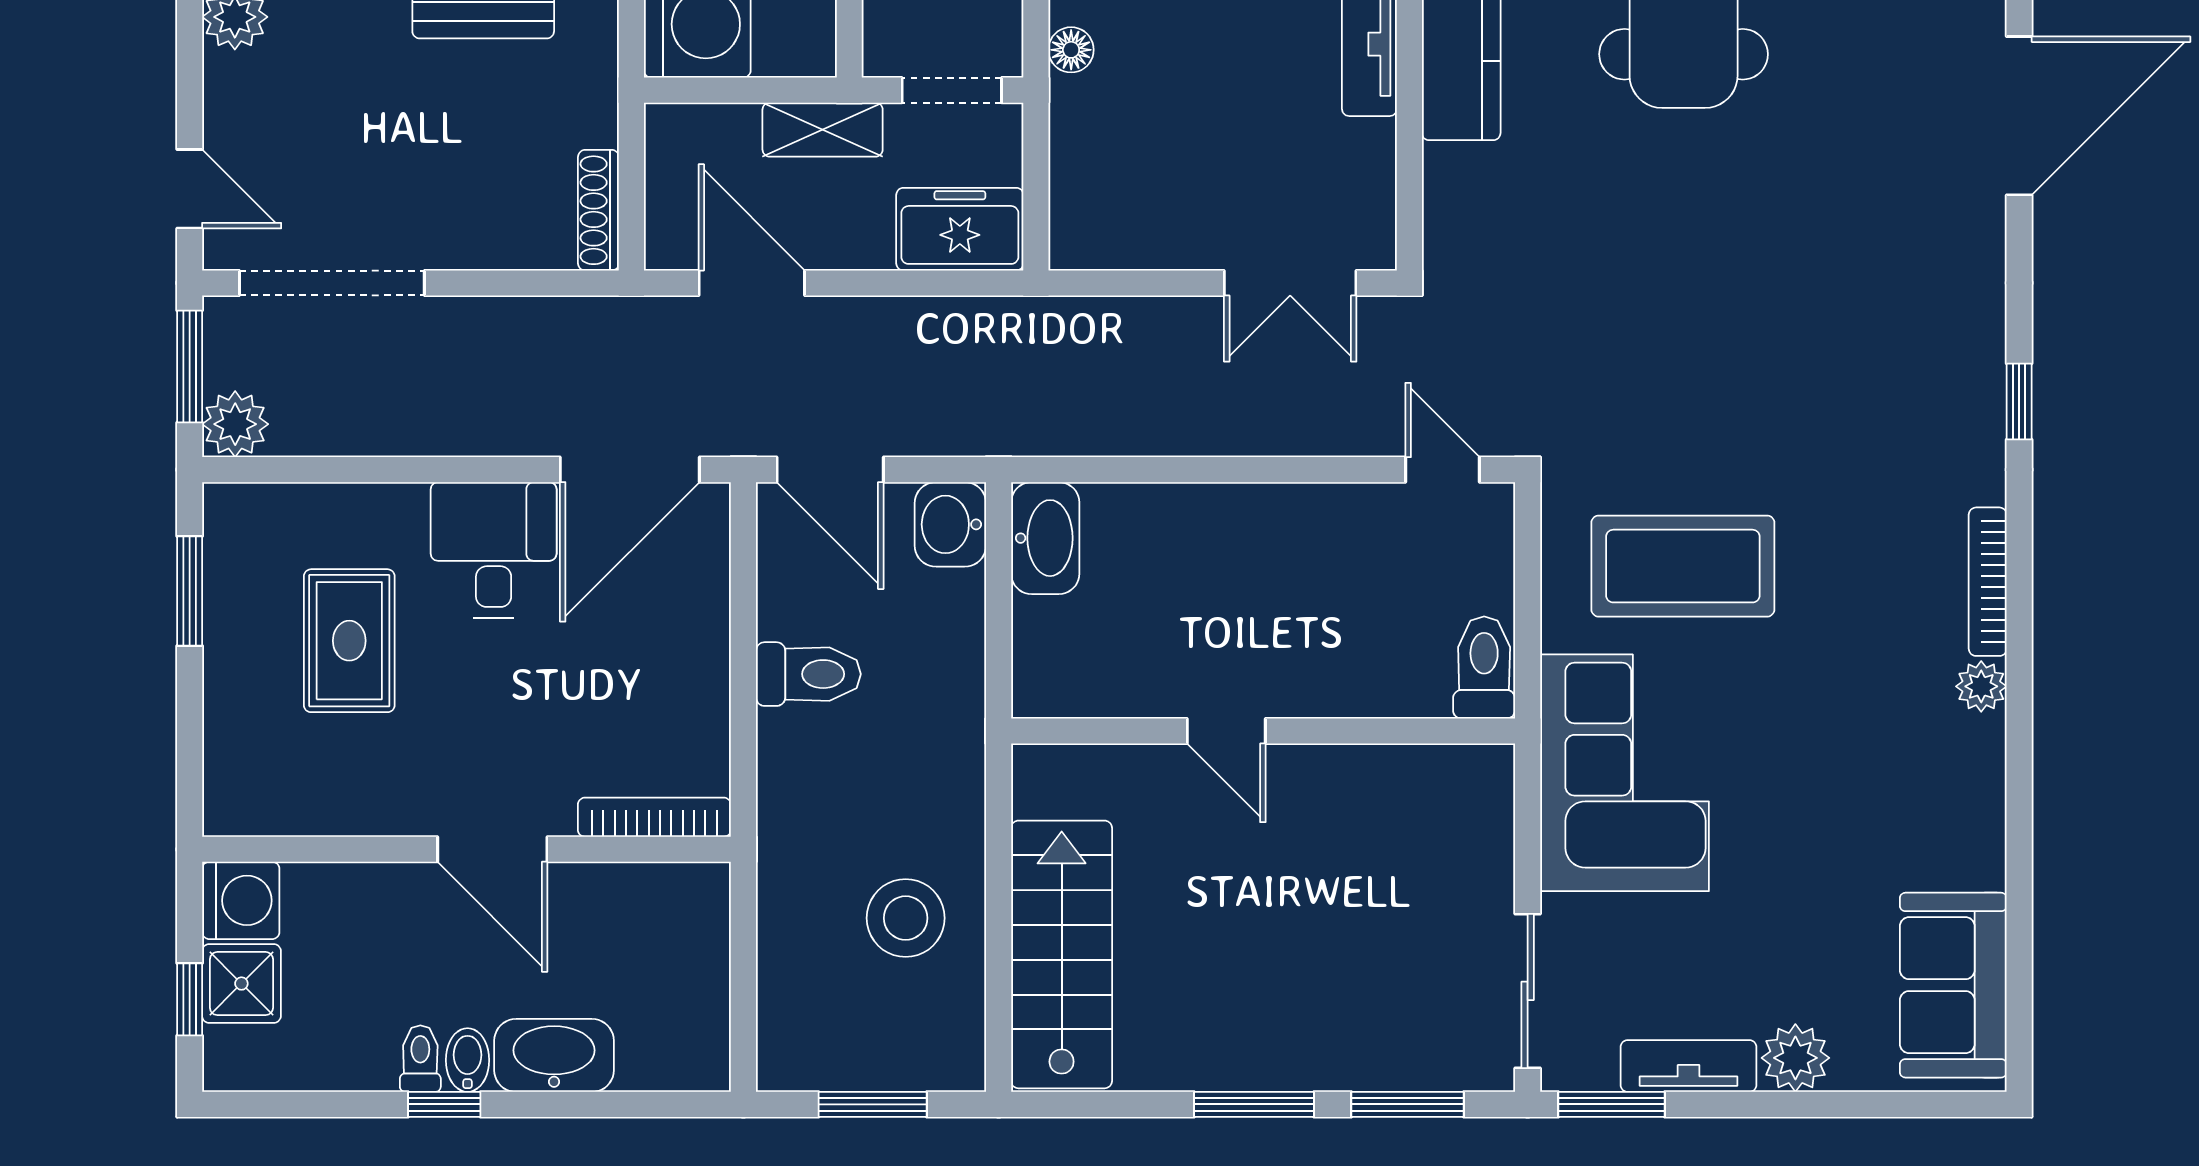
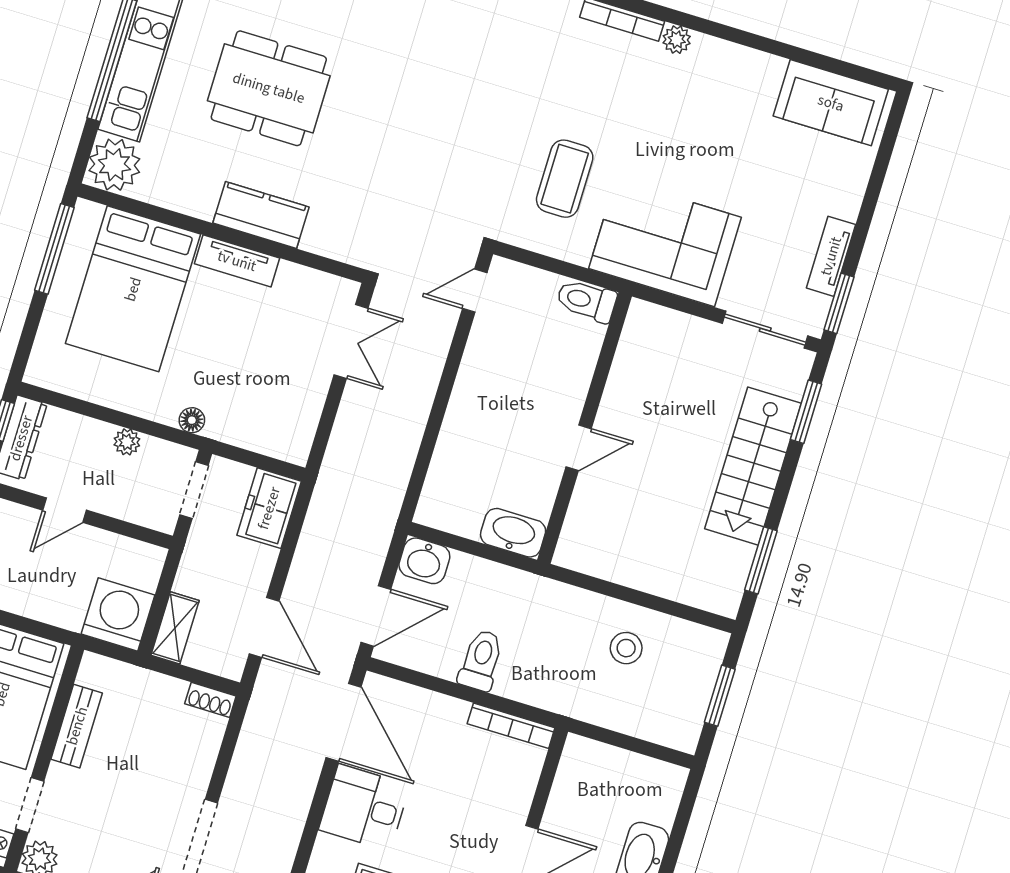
shelving: (823, 130) -> (175, 628), moved
shoe rack: (598, 210) -> (210, 700), width x0.70
door: (752, 283) -> (264, 627), swing flipped
washbasin: (1045, 538) -> (513, 533), moved
coffee table: (1683, 566) -> (565, 179), width x0.73, depth x0.76
bookcase: (654, 817) -> (511, 726), moved, turned -90
stool: (906, 918) -> (626, 648), width x0.73, depth x0.73
stairs: (1062, 954) -> (753, 466), moved, turned -90
plant: (1795, 1058) -> (844, 198), removed
window: (1254, 1104) -> (761, 560), moved

